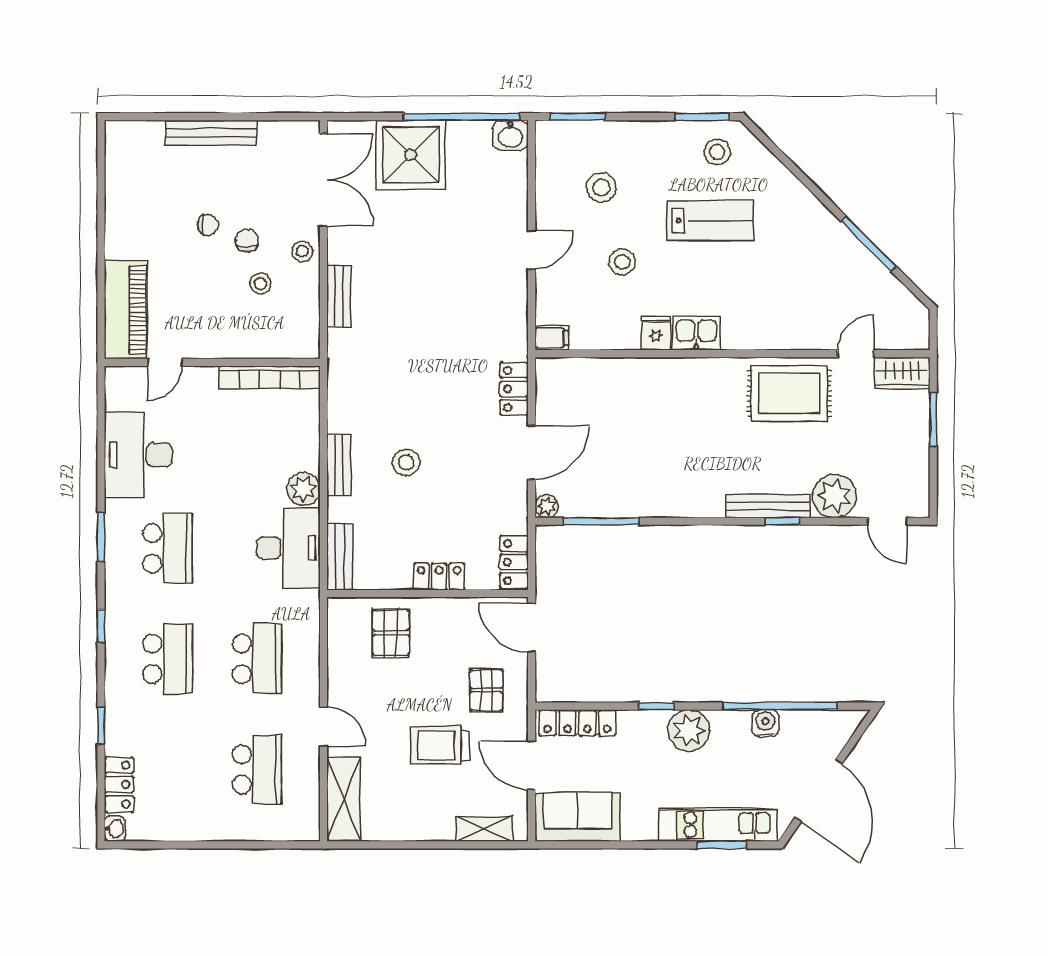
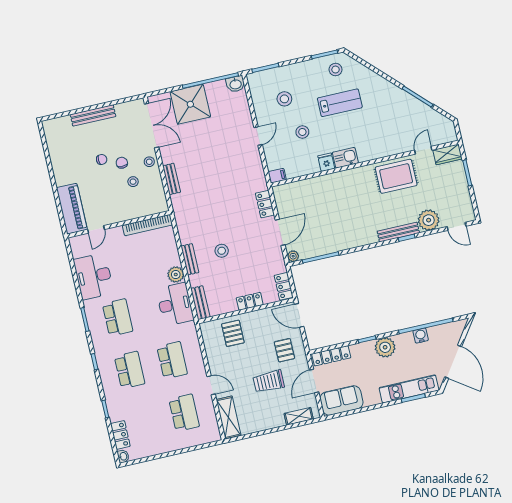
door: (532, 765) -> (314, 381), hinge flipped

